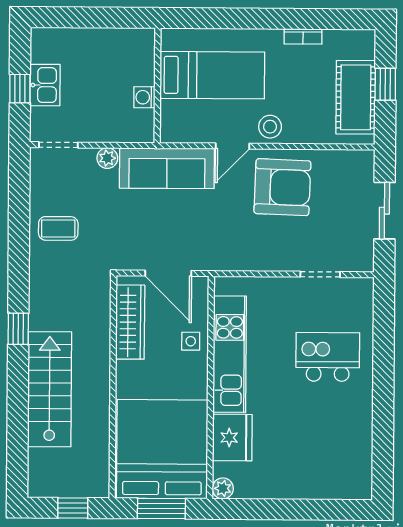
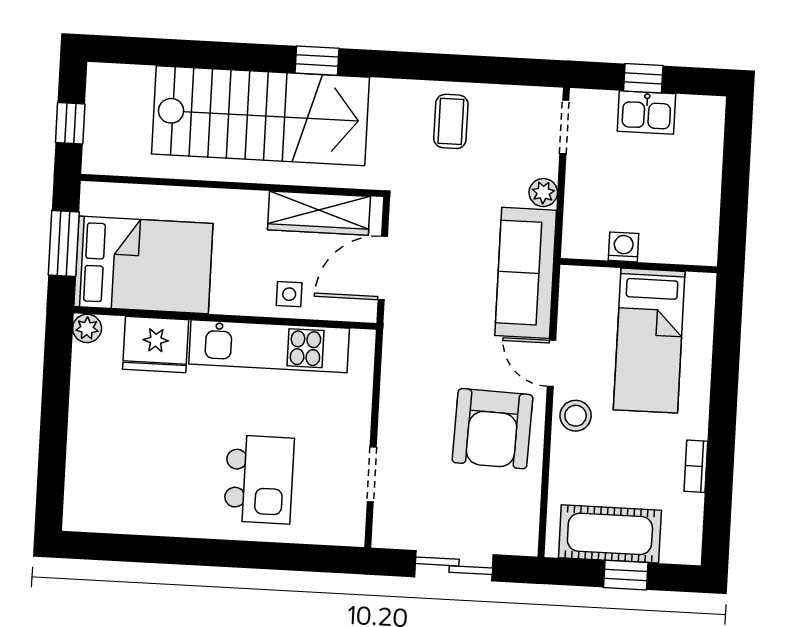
stairs: (49, 389) -> (261, 116), width x1.36, depth x1.51
bed: (162, 449) -> (143, 265), width x0.73

